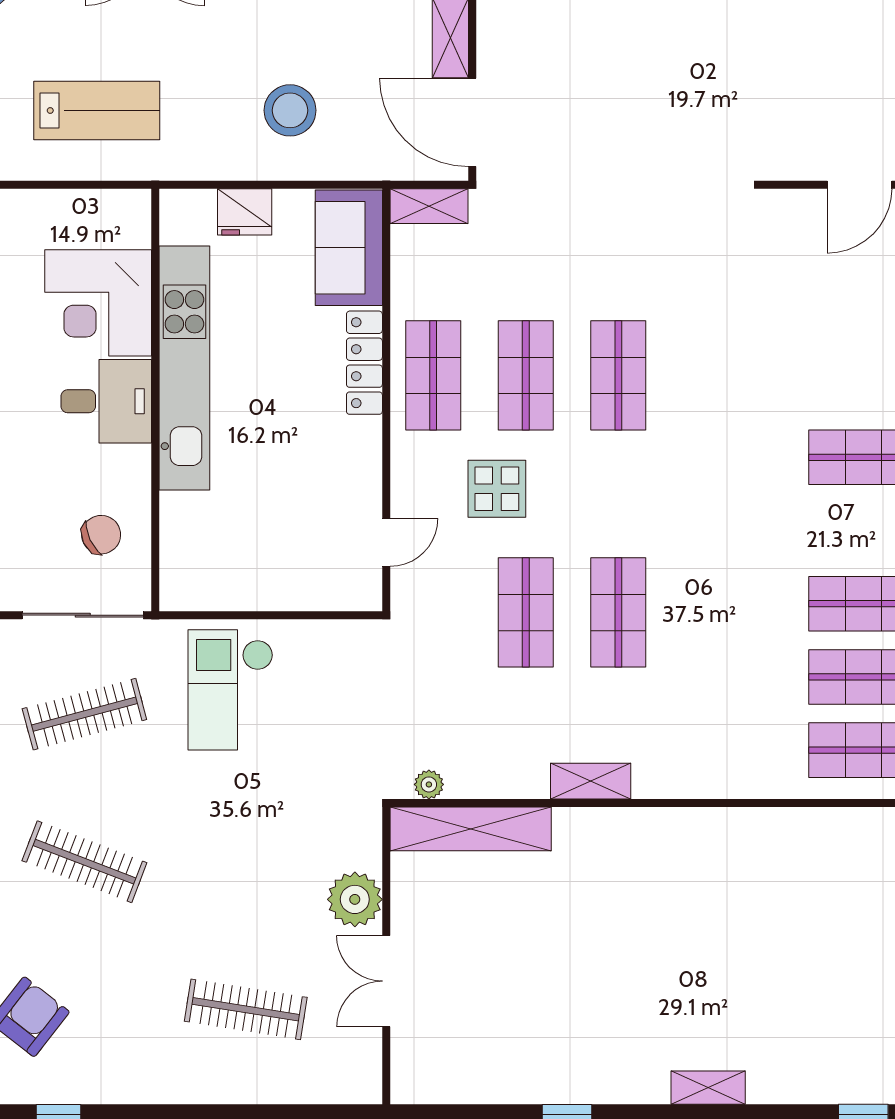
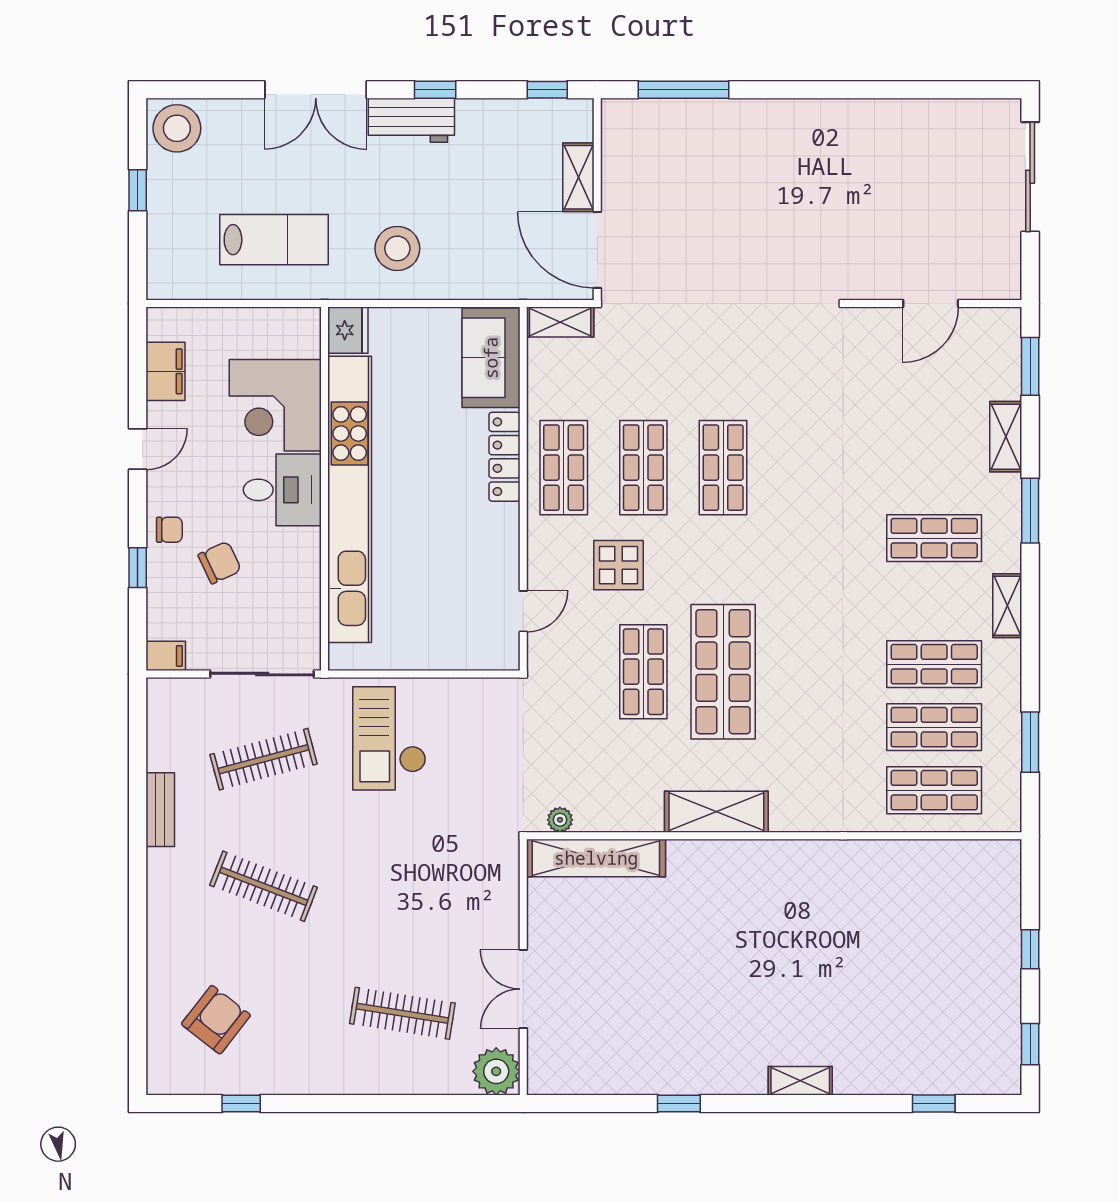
stool: (290, 110) -> (397, 248), moved
fridge: (245, 212) -> (348, 330), moved, turned -90
kitchen unit: (184, 368) -> (350, 499), width x1.36
chair: (101, 535) -> (220, 563), moved
shop shelf: (618, 612) -> (723, 672), width x1.43, depth x1.36
shelving: (591, 781) -> (716, 812), width x1.50, depth x1.33
plant: (355, 899) -> (496, 1071), moved

